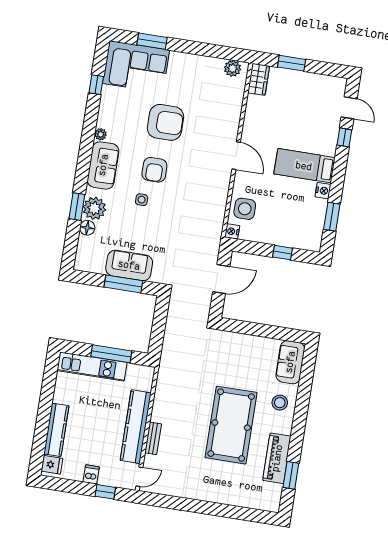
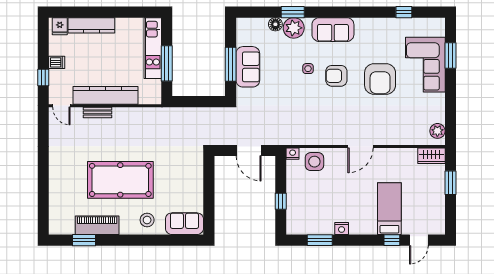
corner sofa: (136, 67) -> (425, 65), moved
plant: (101, 134) -> (360, 23), removed
bed: (304, 166) -> (389, 209), moved

